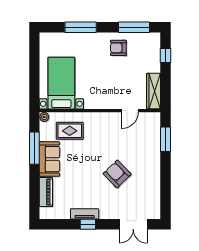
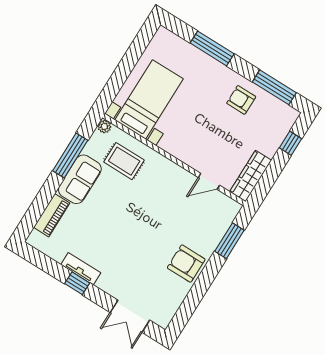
armchair: (117, 174) -> (186, 264), moved, turned -46

